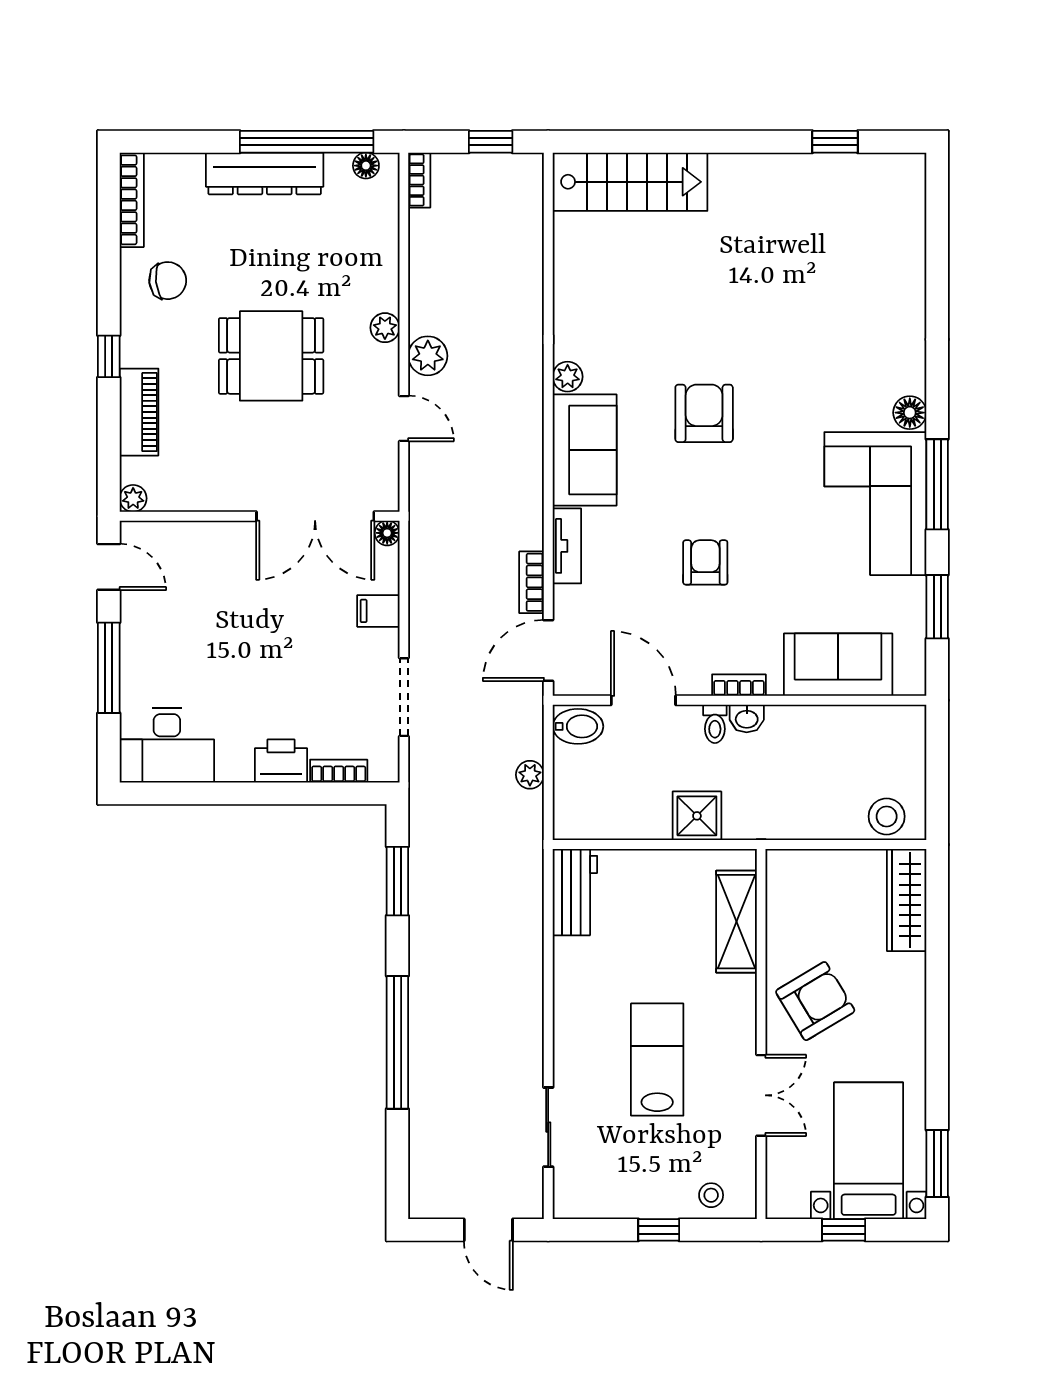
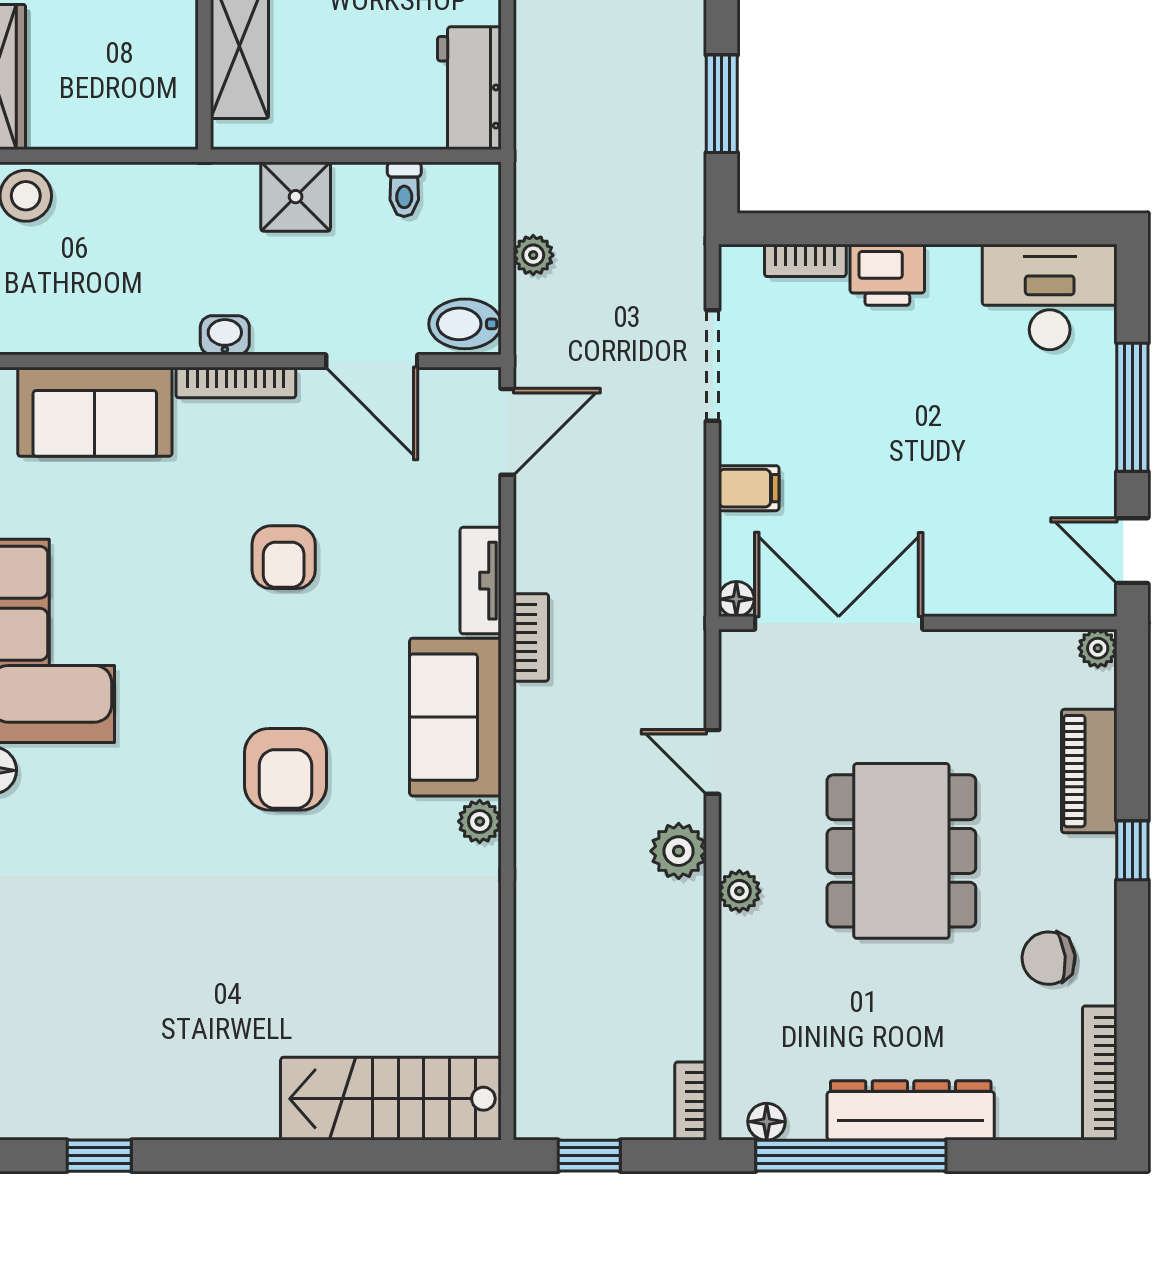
dining table: (271, 356) -> (901, 851), width x1.38
bookcase: (532, 582) -> (531, 637), moved
bookcase: (739, 685) -> (236, 383), width x1.56
toilet: (715, 724) -> (404, 189), moved, turned 180

